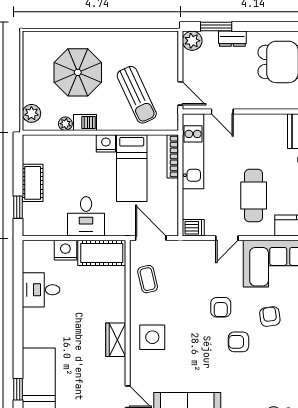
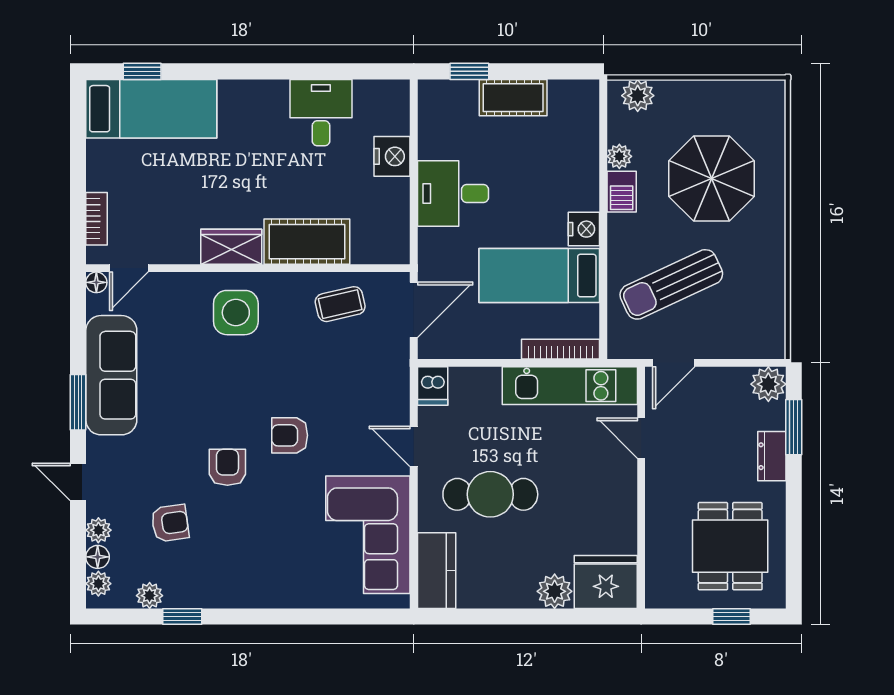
door: (222, 112) -> (641, 438), hinge flipped
cot: (102, 253) -> (307, 242), moved, turned 90
armchair: (270, 317) -> (170, 523), moved

